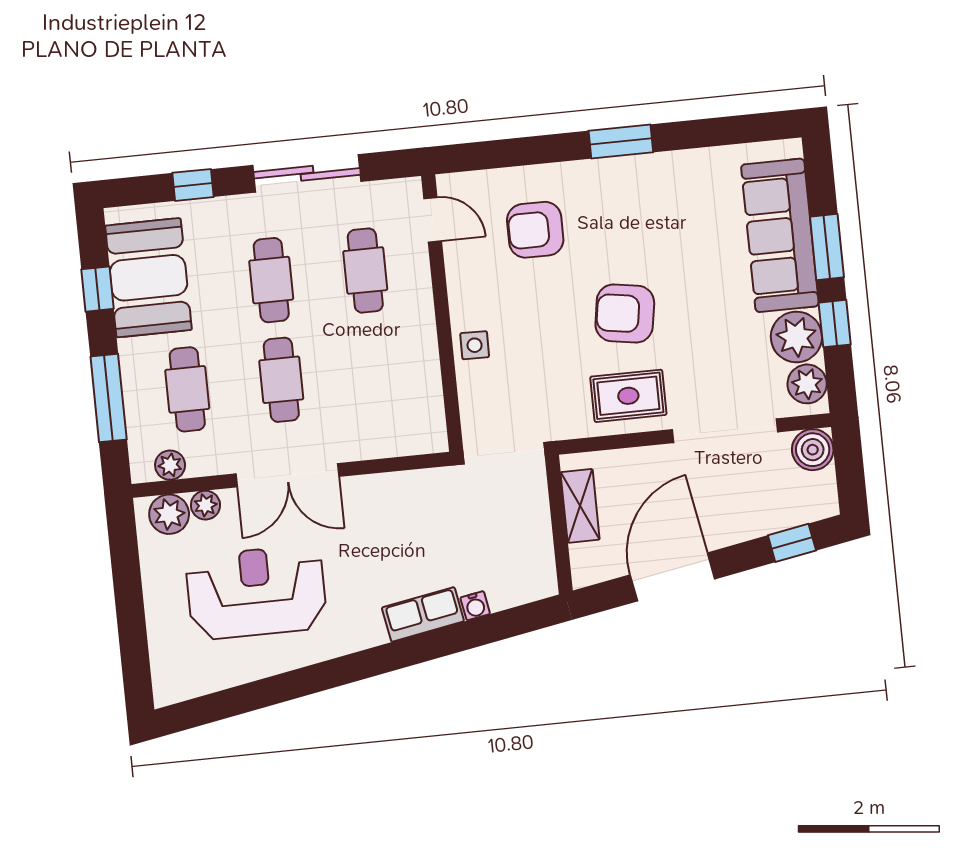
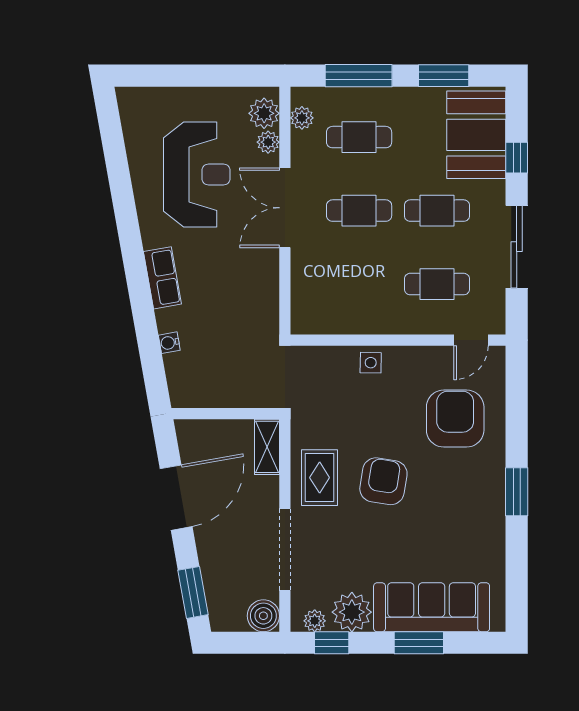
armchair: (535, 230) -> (455, 419), width x1.36, depth x1.36
booth: (148, 278) -> (476, 135), moved, turned 90
window: (98, 289) -> (444, 76), width x1.50
window: (835, 324) -> (332, 643), moved
plant: (807, 384) -> (315, 621), width x0.73, depth x0.73
shelving: (580, 506) -> (267, 447), moved, turned 90
window: (792, 543) -> (193, 592), width x1.50
door: (673, 577) -> (176, 498), hinge flipped
row of seats: (423, 614) -> (162, 278), moved

